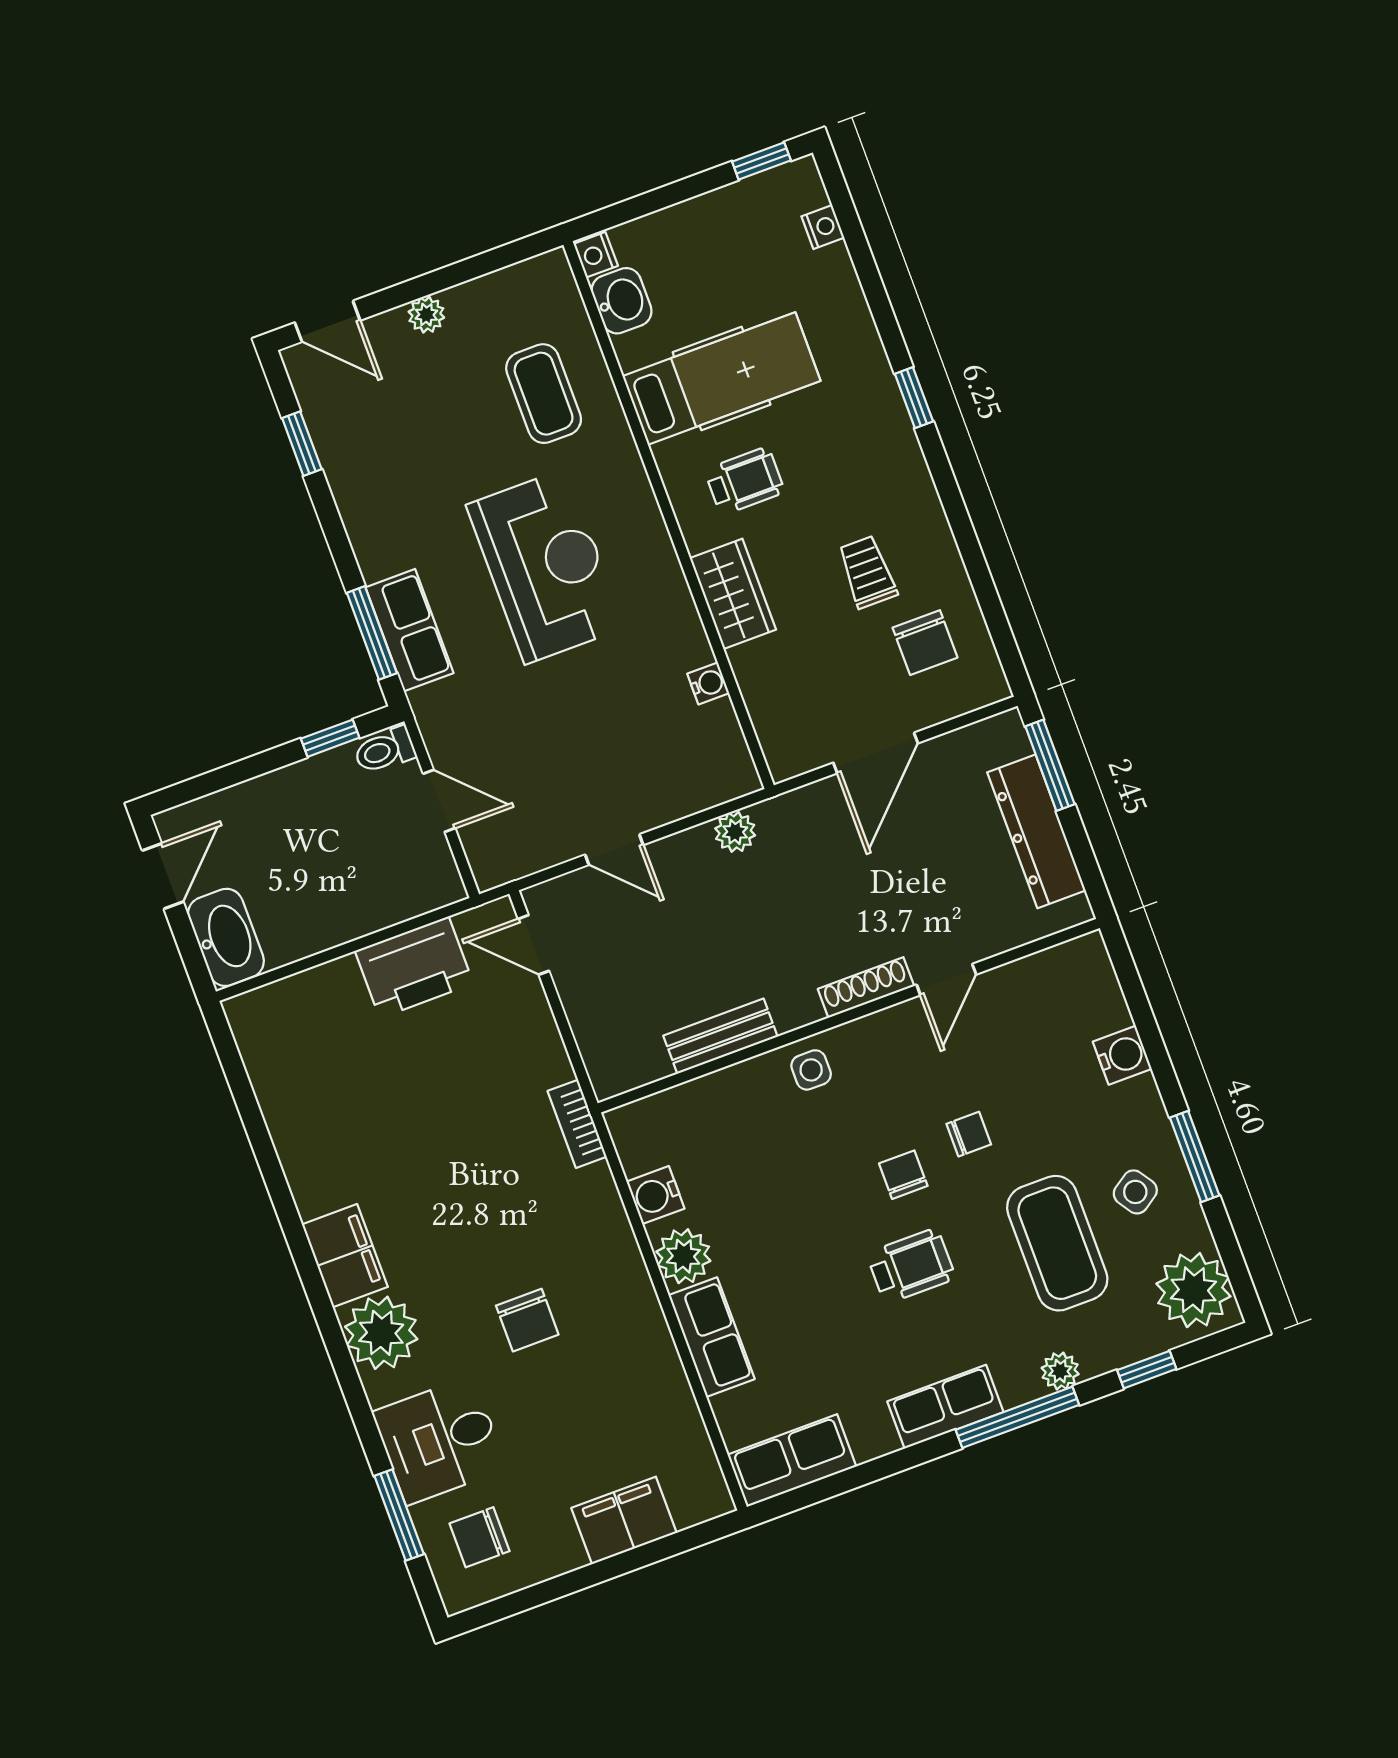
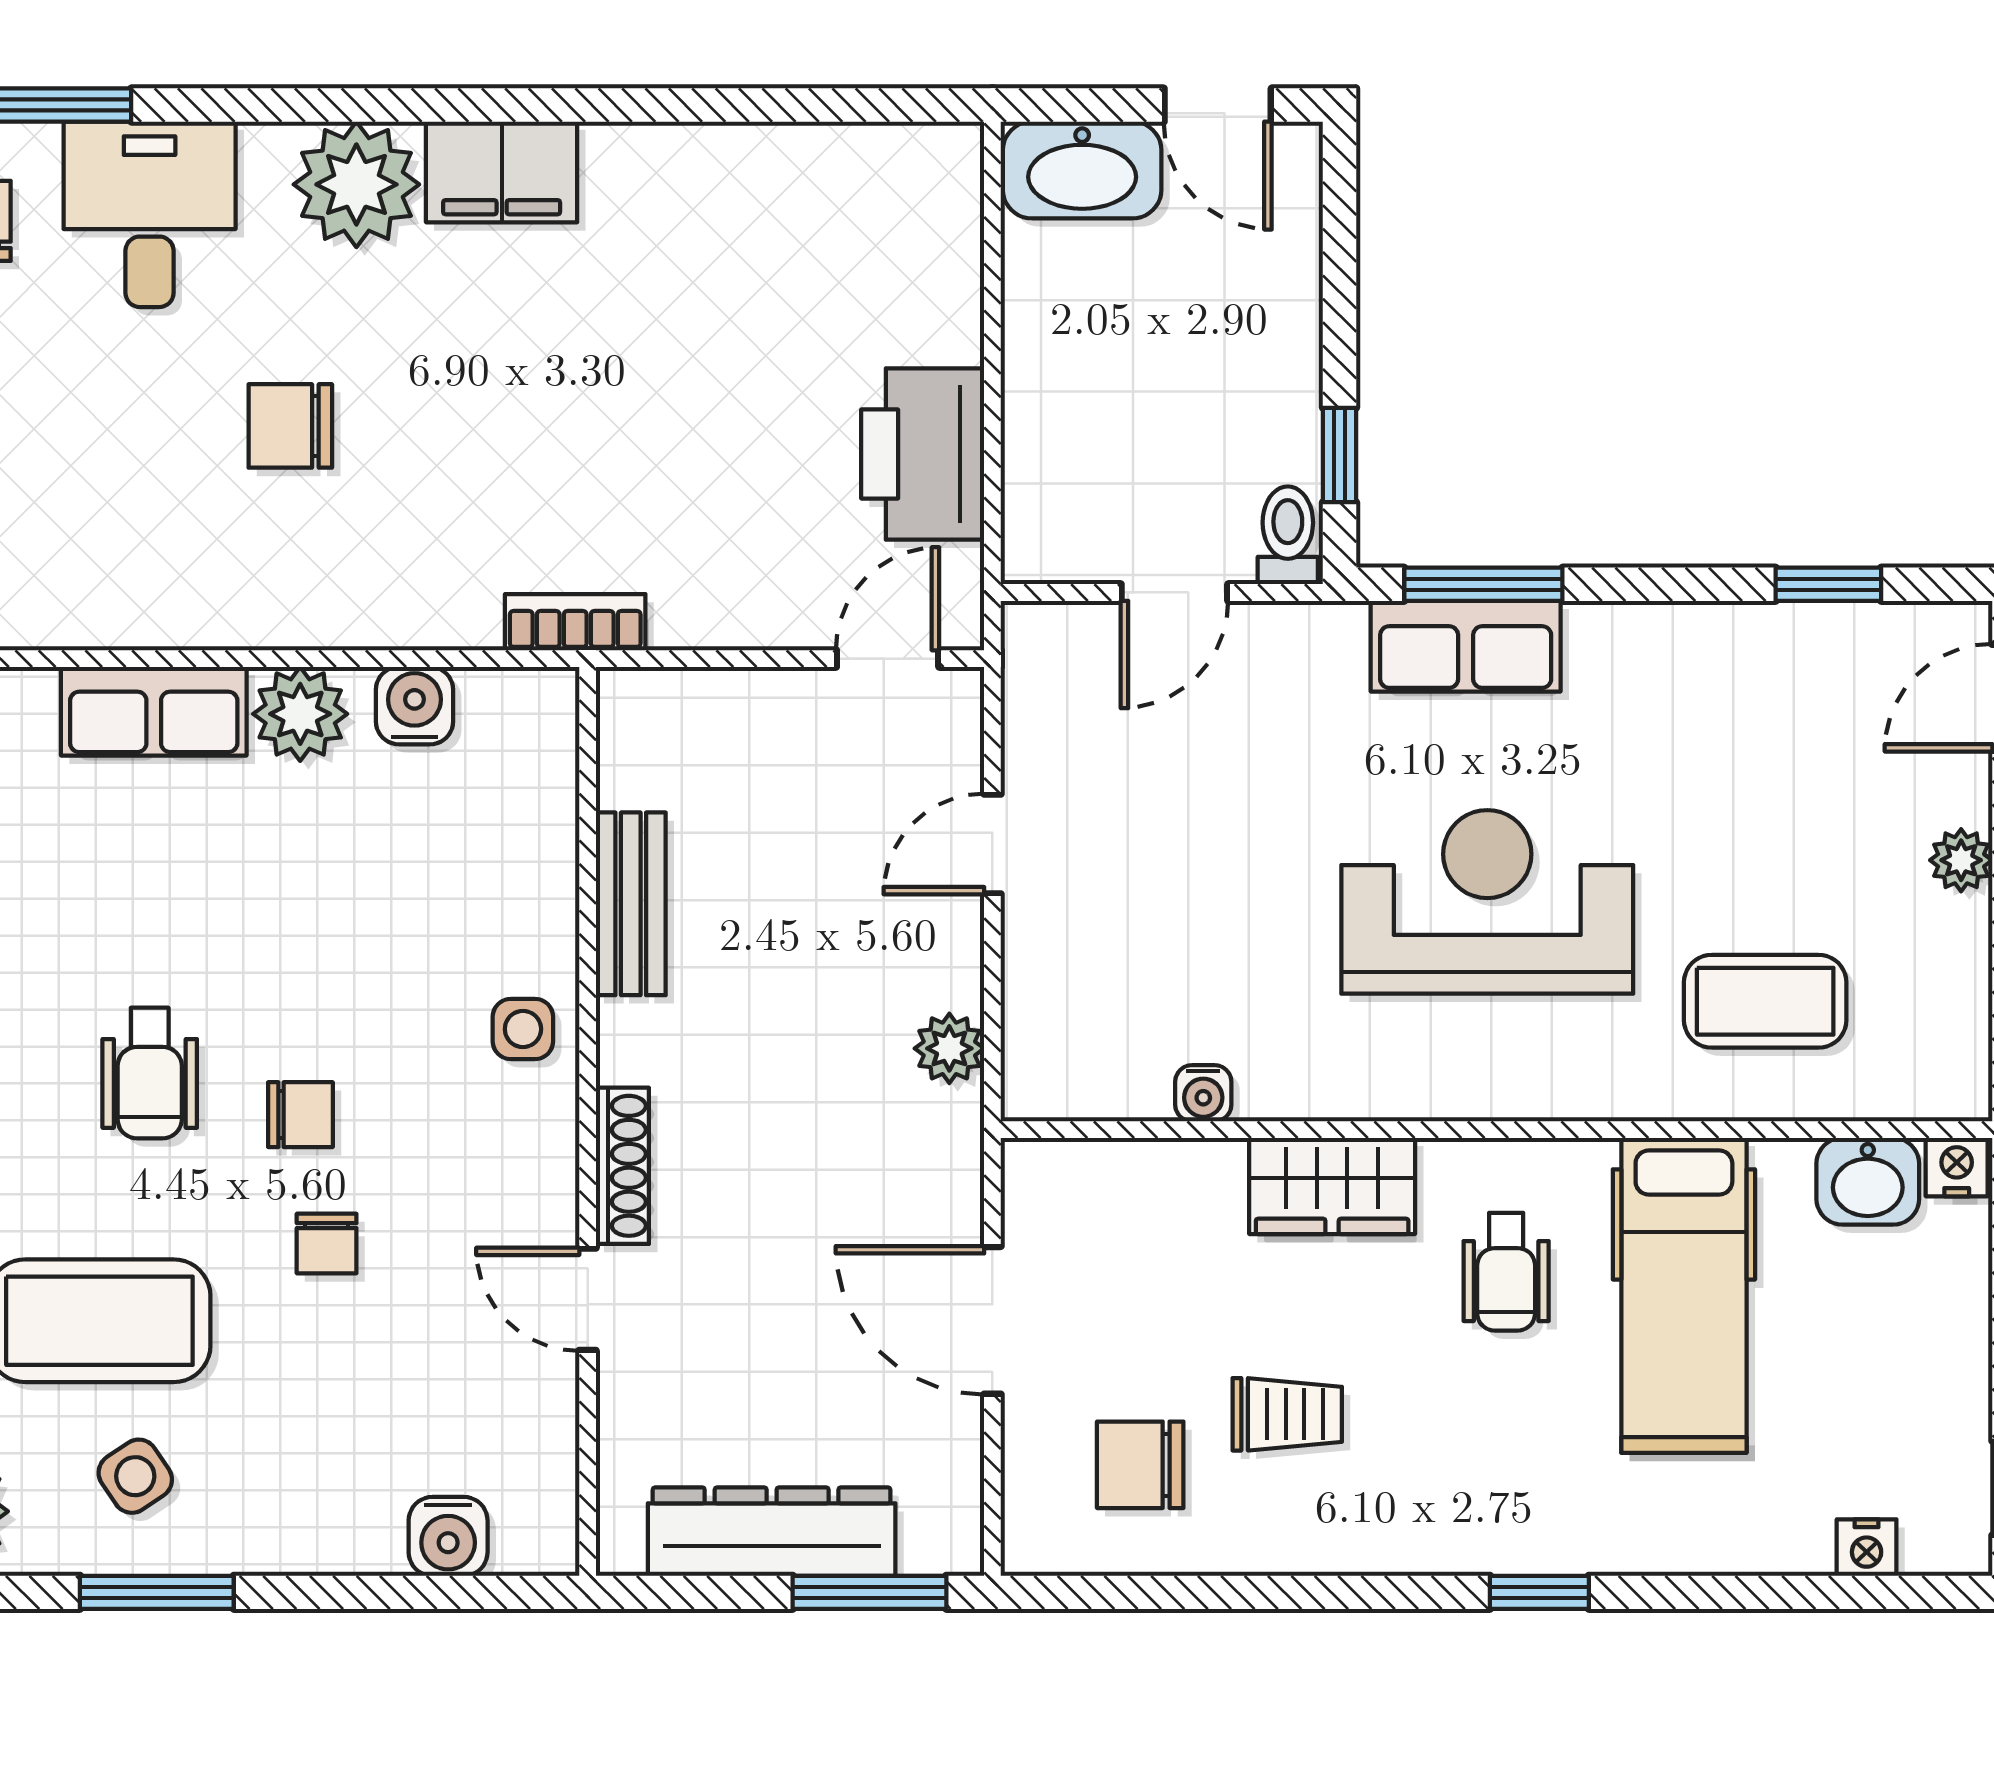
reception desk: (545, 566) -> (1487, 902), turned 180
water cooler: (1122, 1055) -> (448, 1536), moved

